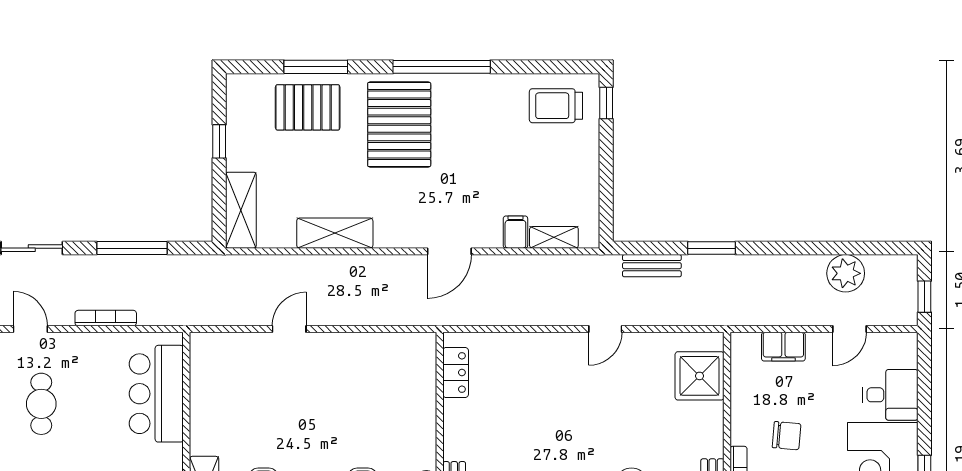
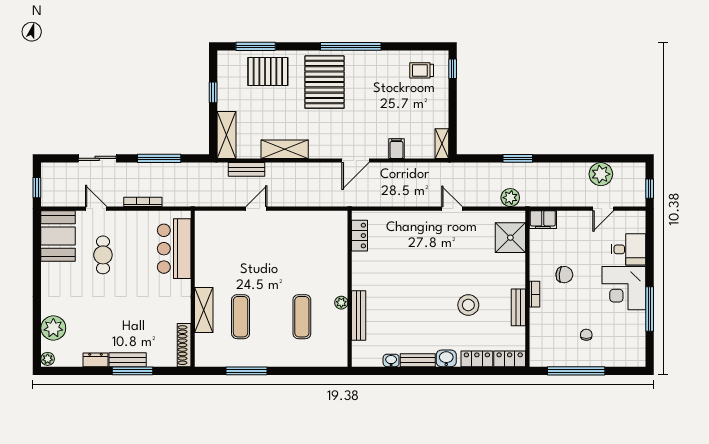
window: (316, 67) -> (256, 46), moved
trolley: (556, 106) -> (422, 70), width x0.73, depth x0.72
shelving: (554, 237) -> (442, 144), moved, turned 90
bench: (652, 266) -> (246, 169), moved
plant: (699, 311) -> (510, 198), added
door: (605, 329) -> (452, 209), swing flipped
filing cabinet: (783, 347) -> (543, 220), moved

